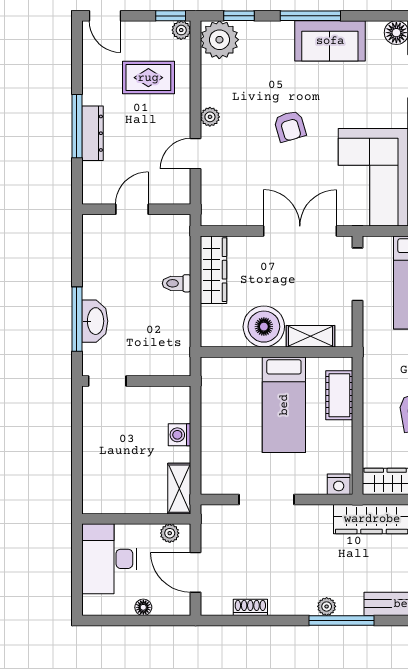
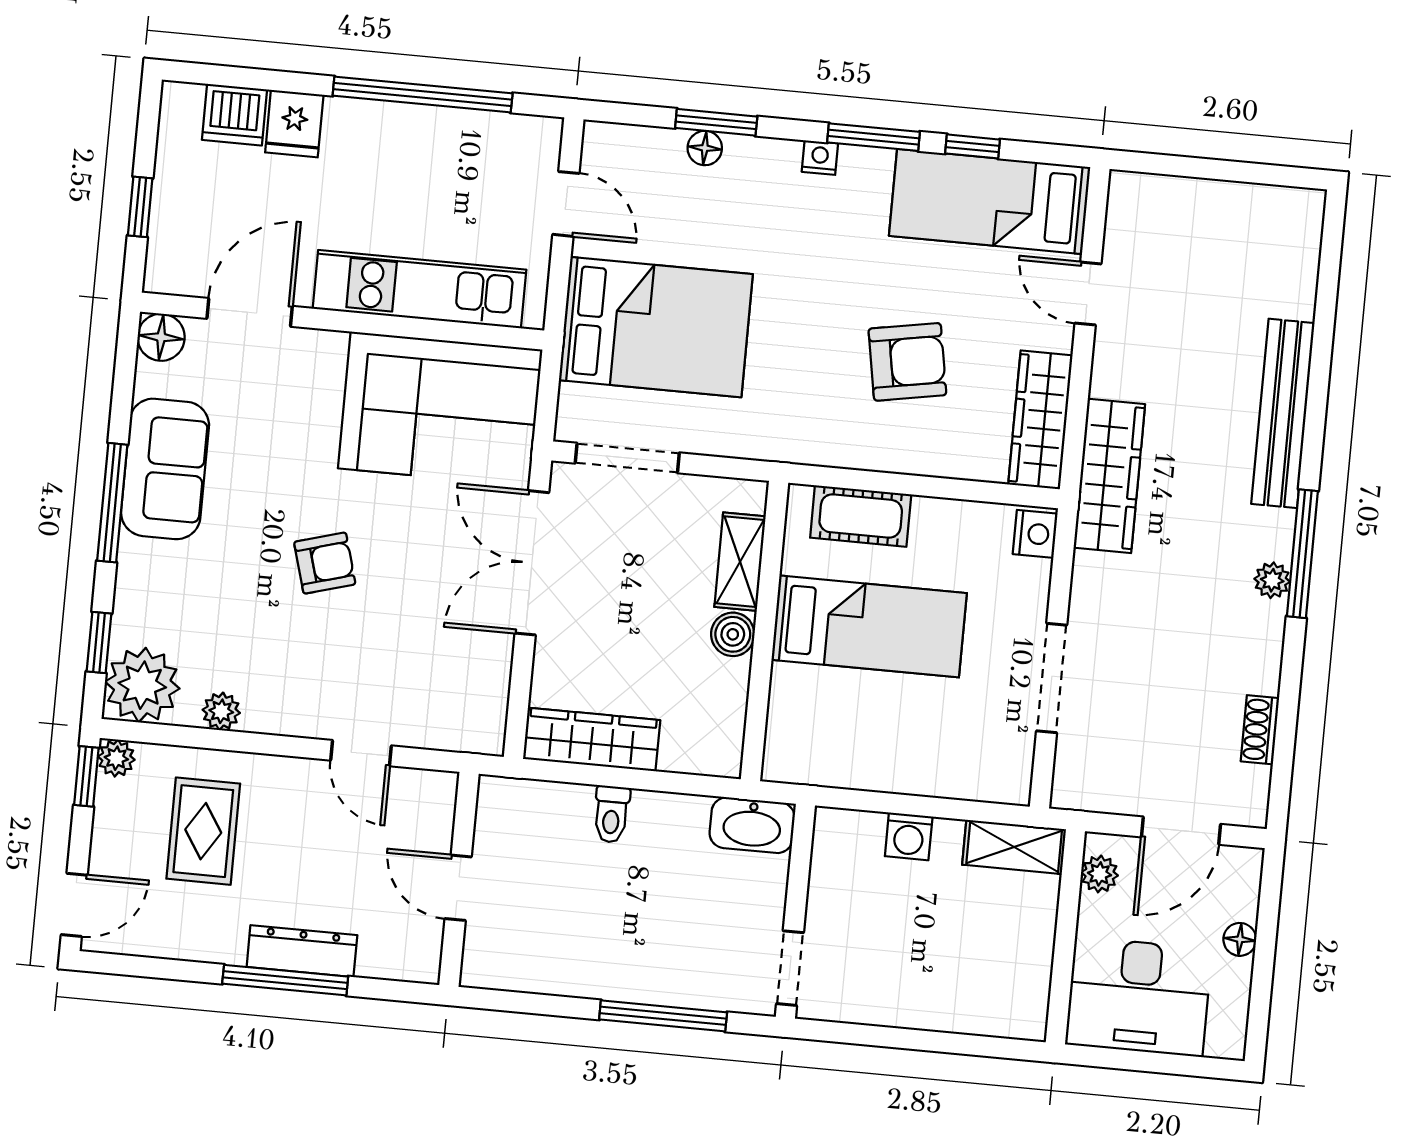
plant: (210, 117) -> (221, 711), moved
washbasin: (95, 321) -> (752, 825), moved, turned 180
boiler: (264, 327) -> (733, 634), width x0.54, depth x0.54

